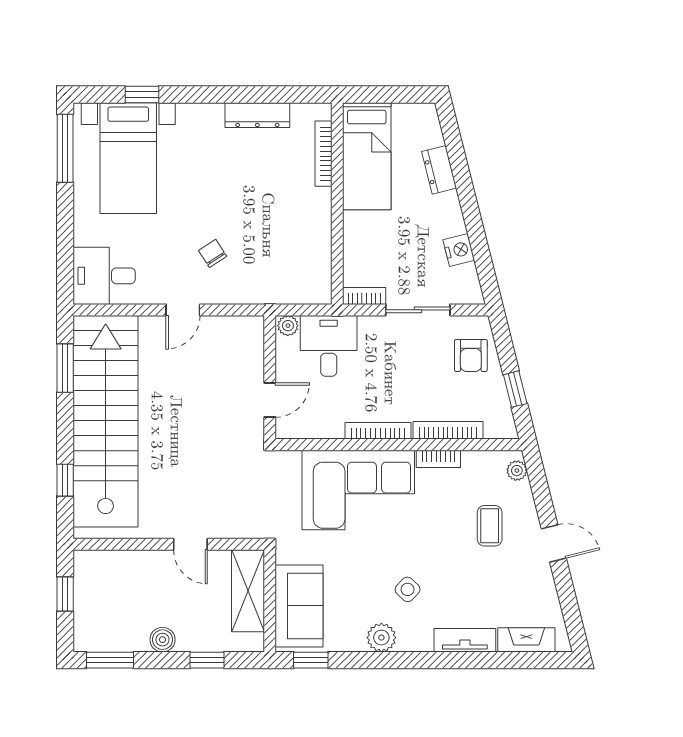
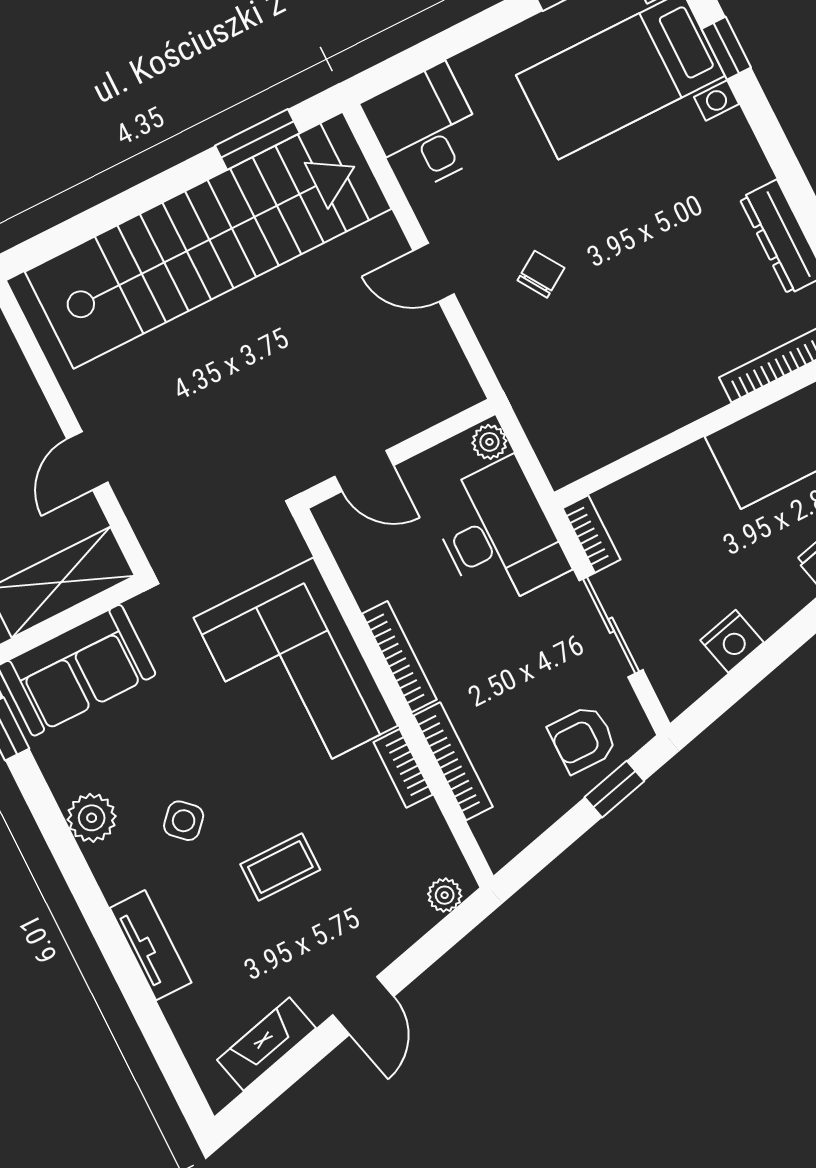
desk: (329, 346) -> (498, 534), width x1.37
window: (515, 389) -> (614, 789), moved
window: (65, 480) -> (89, 224), removed
coffee table: (490, 526) -> (280, 867), moved
fireplace: (526, 640) -> (266, 1044), moved, turned -104

